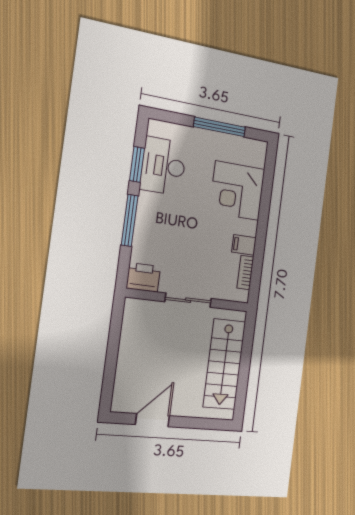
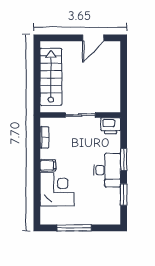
desk: (163, 166) -> (107, 170), moved
window: (130, 220) -> (124, 160), width x0.69
filing cabinet: (244, 245) -> (48, 165), moved

